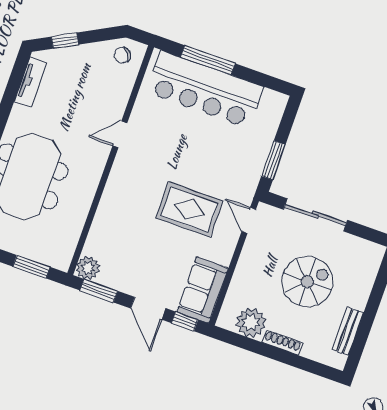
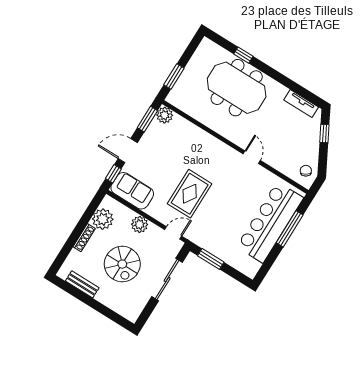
plant: (247, 270) -> (140, 224), added

